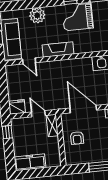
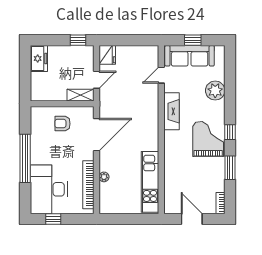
freezer: (30, 162) -> (39, 58), width x0.71

